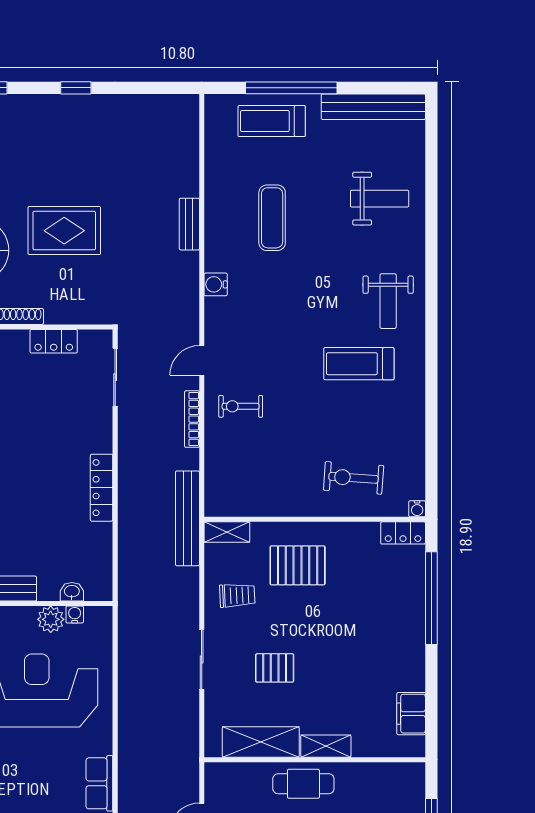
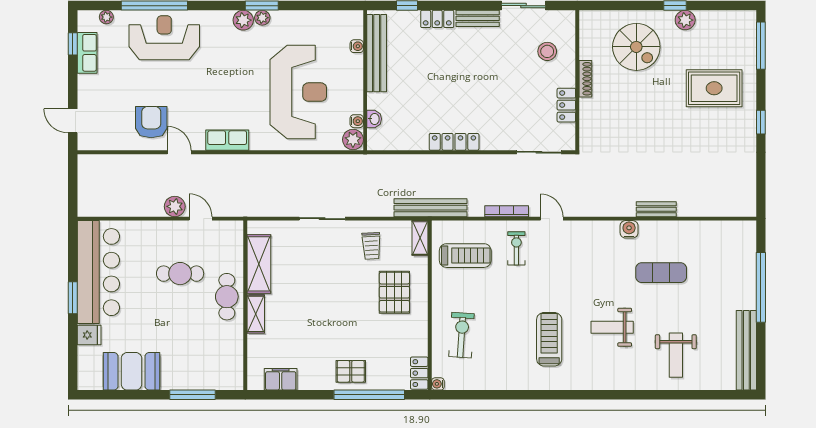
treadmill: (272, 121) -> (465, 256), moved, turned 90
rug: (64, 231) -> (714, 88), moved, turned 90
water cooler: (216, 284) -> (629, 229), moved
weight bench: (388, 301) -> (612, 327), moved
plant: (51, 619) -> (353, 140), moved
pallet: (275, 668) -> (351, 371), moved, turned 90

